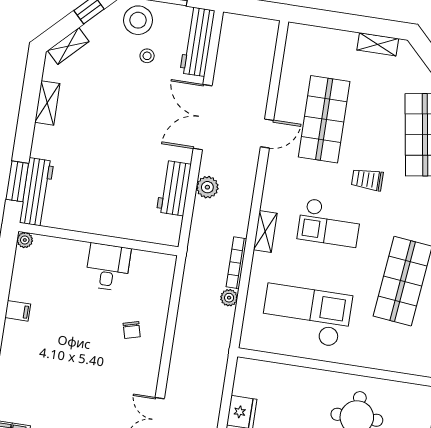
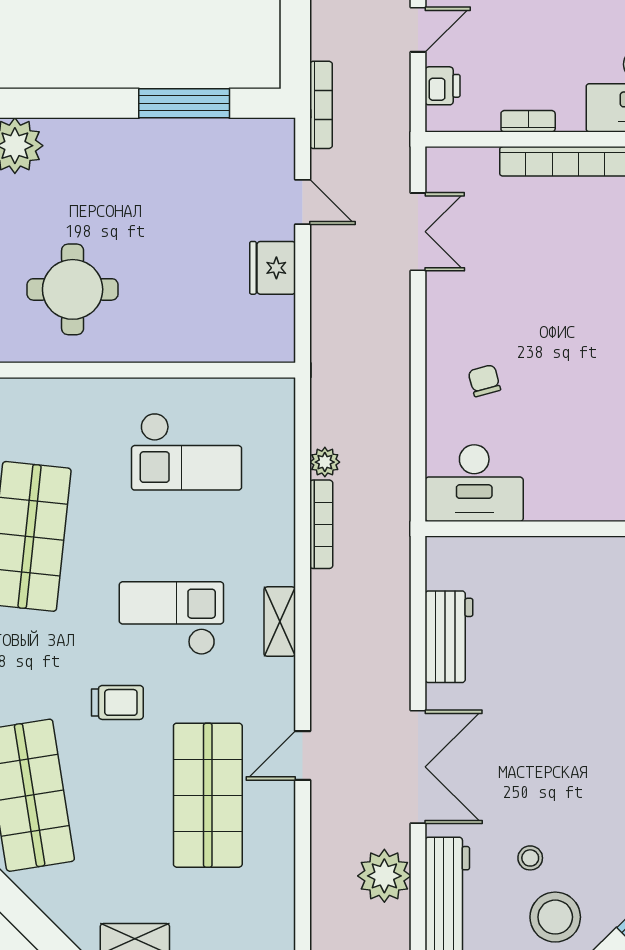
plant: (207, 187) -> (384, 876), moved, width x1.36, depth x1.36
shelving: (265, 231) -> (280, 622), moved
desk: (108, 267) -> (474, 483), moved, width x1.37
checkout: (306, 316) -> (187, 452), width x0.73, depth x0.83

